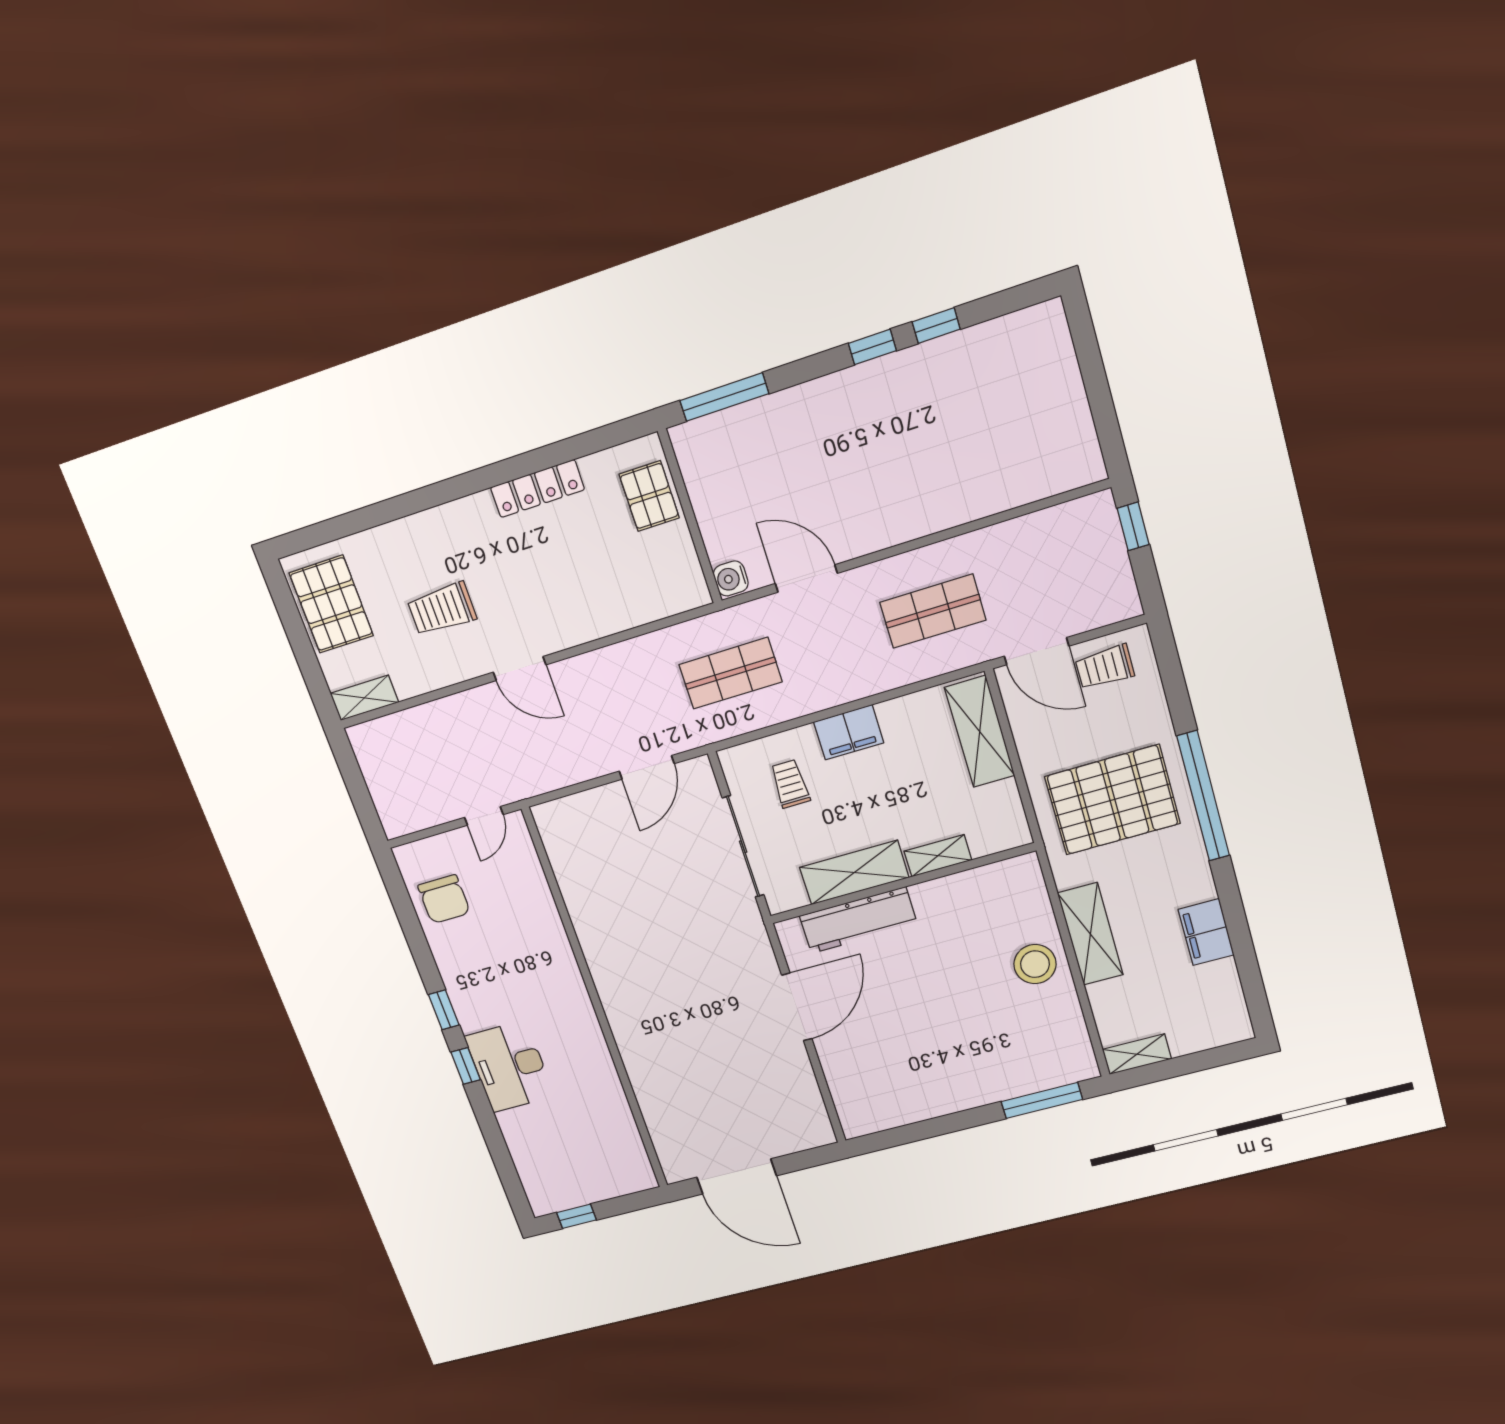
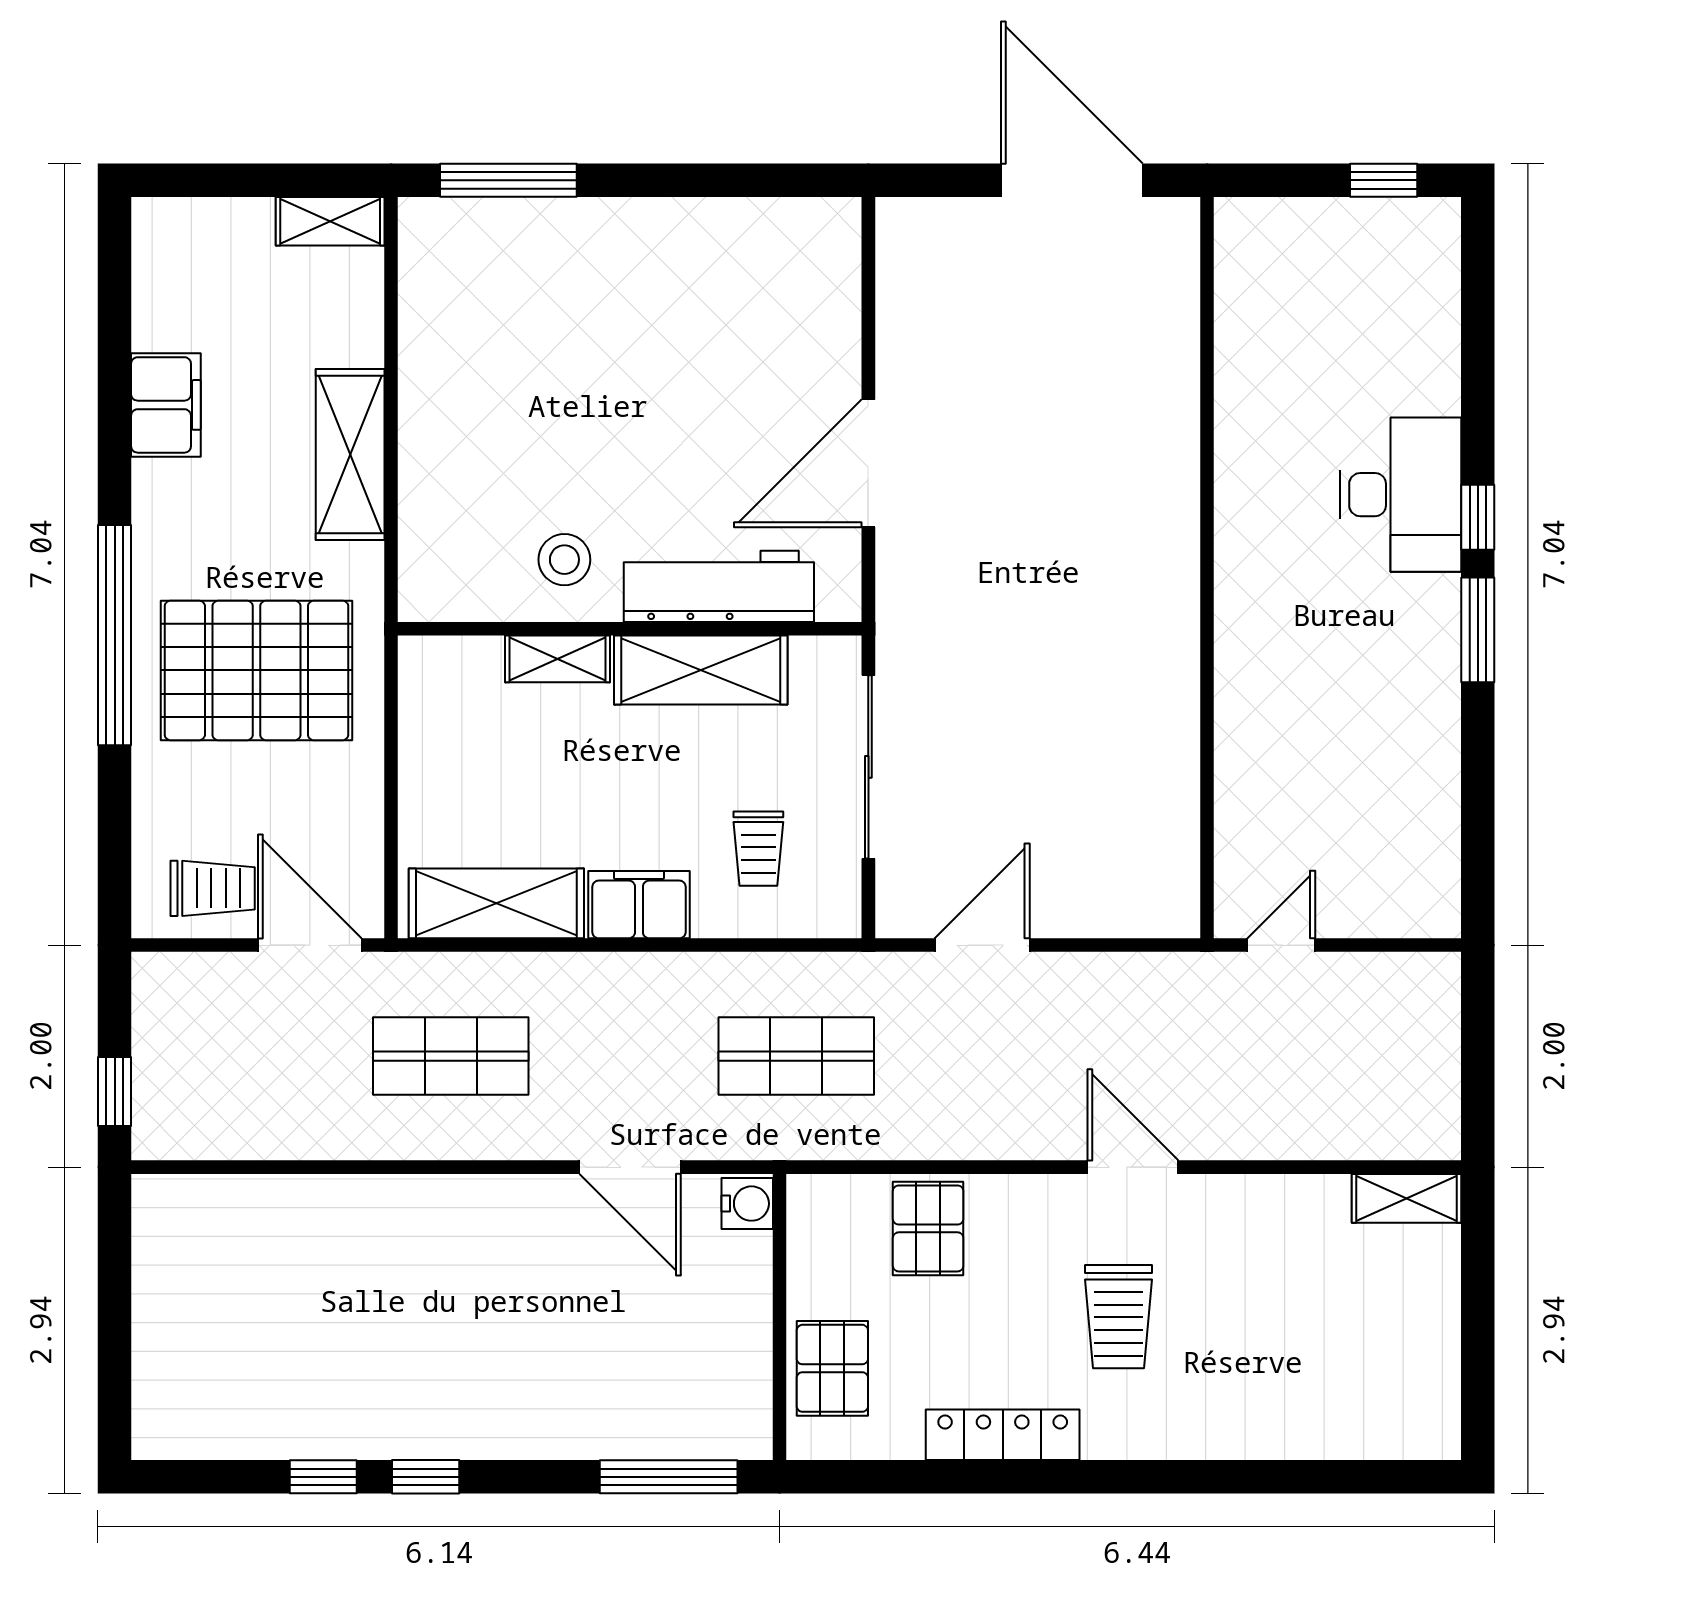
pallet: (331, 604) -> (928, 1228), moved, width x0.67, depth x0.71
trolley: (442, 609) -> (1119, 1317), moved, turned 90
shelving: (980, 732) -> (496, 903), moved, turned 90
chair: (444, 899) -> (1403, 824), removed
stool: (1035, 964) -> (564, 560), moved, width x0.73, depth x0.73
window: (444, 1010) -> (1478, 630), width x1.50

